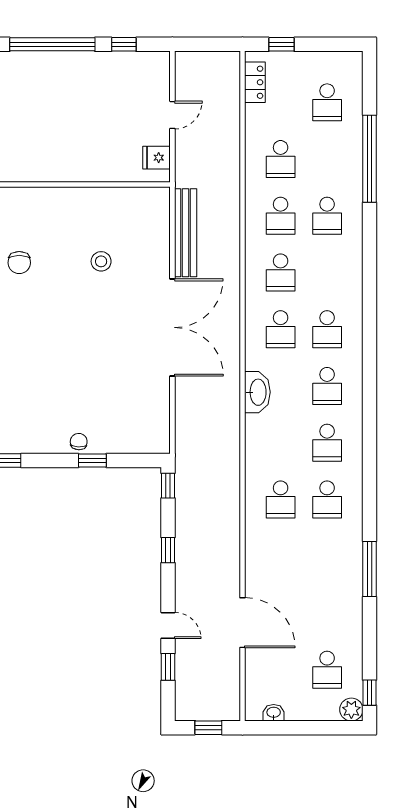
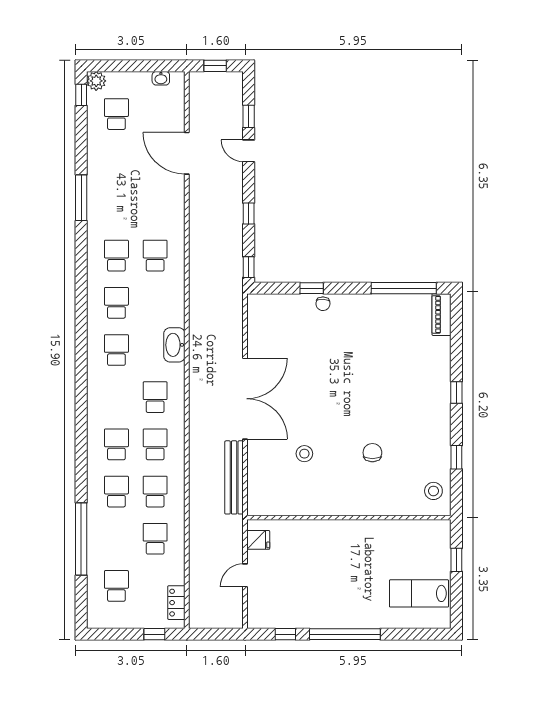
double door: (172, 327) -> (245, 399), swing flipped
school desk: (327, 329) -> (116, 444), moved

